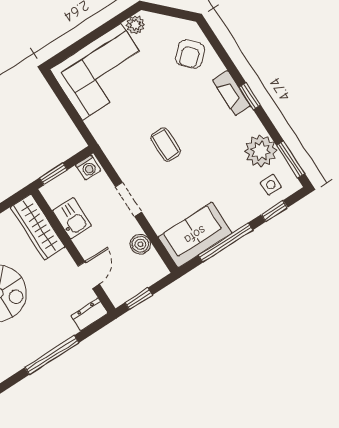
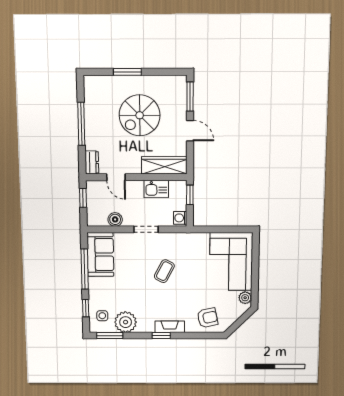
armchair: (190, 54) -> (207, 318), turned 121
coffee table: (166, 145) -> (164, 271), turned -62

